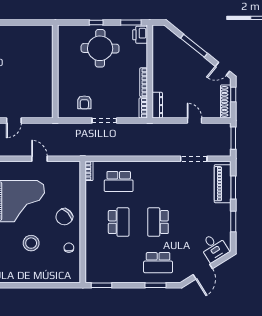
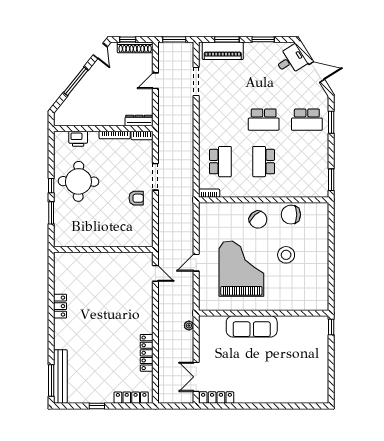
window: (131, 23) -> (51, 213), moved
printer: (140, 35) -> (78, 139), moved
wall: (55, 72) -> (103, 249), moved
door: (39, 159) -> (196, 263), moved
school desk: (119, 222) -> (264, 162), turned -90
chair: (69, 248) -> (291, 215), width x1.87, depth x1.87
school desk: (158, 263) -> (307, 120), turned 90

